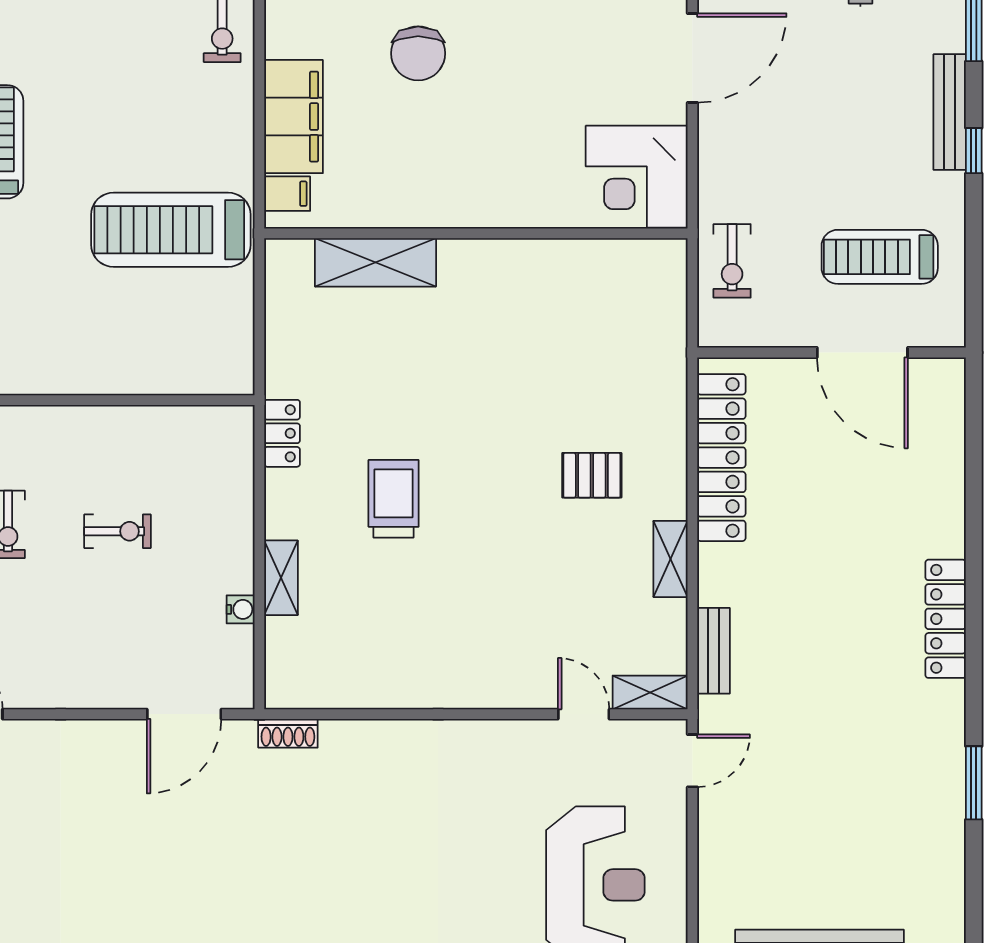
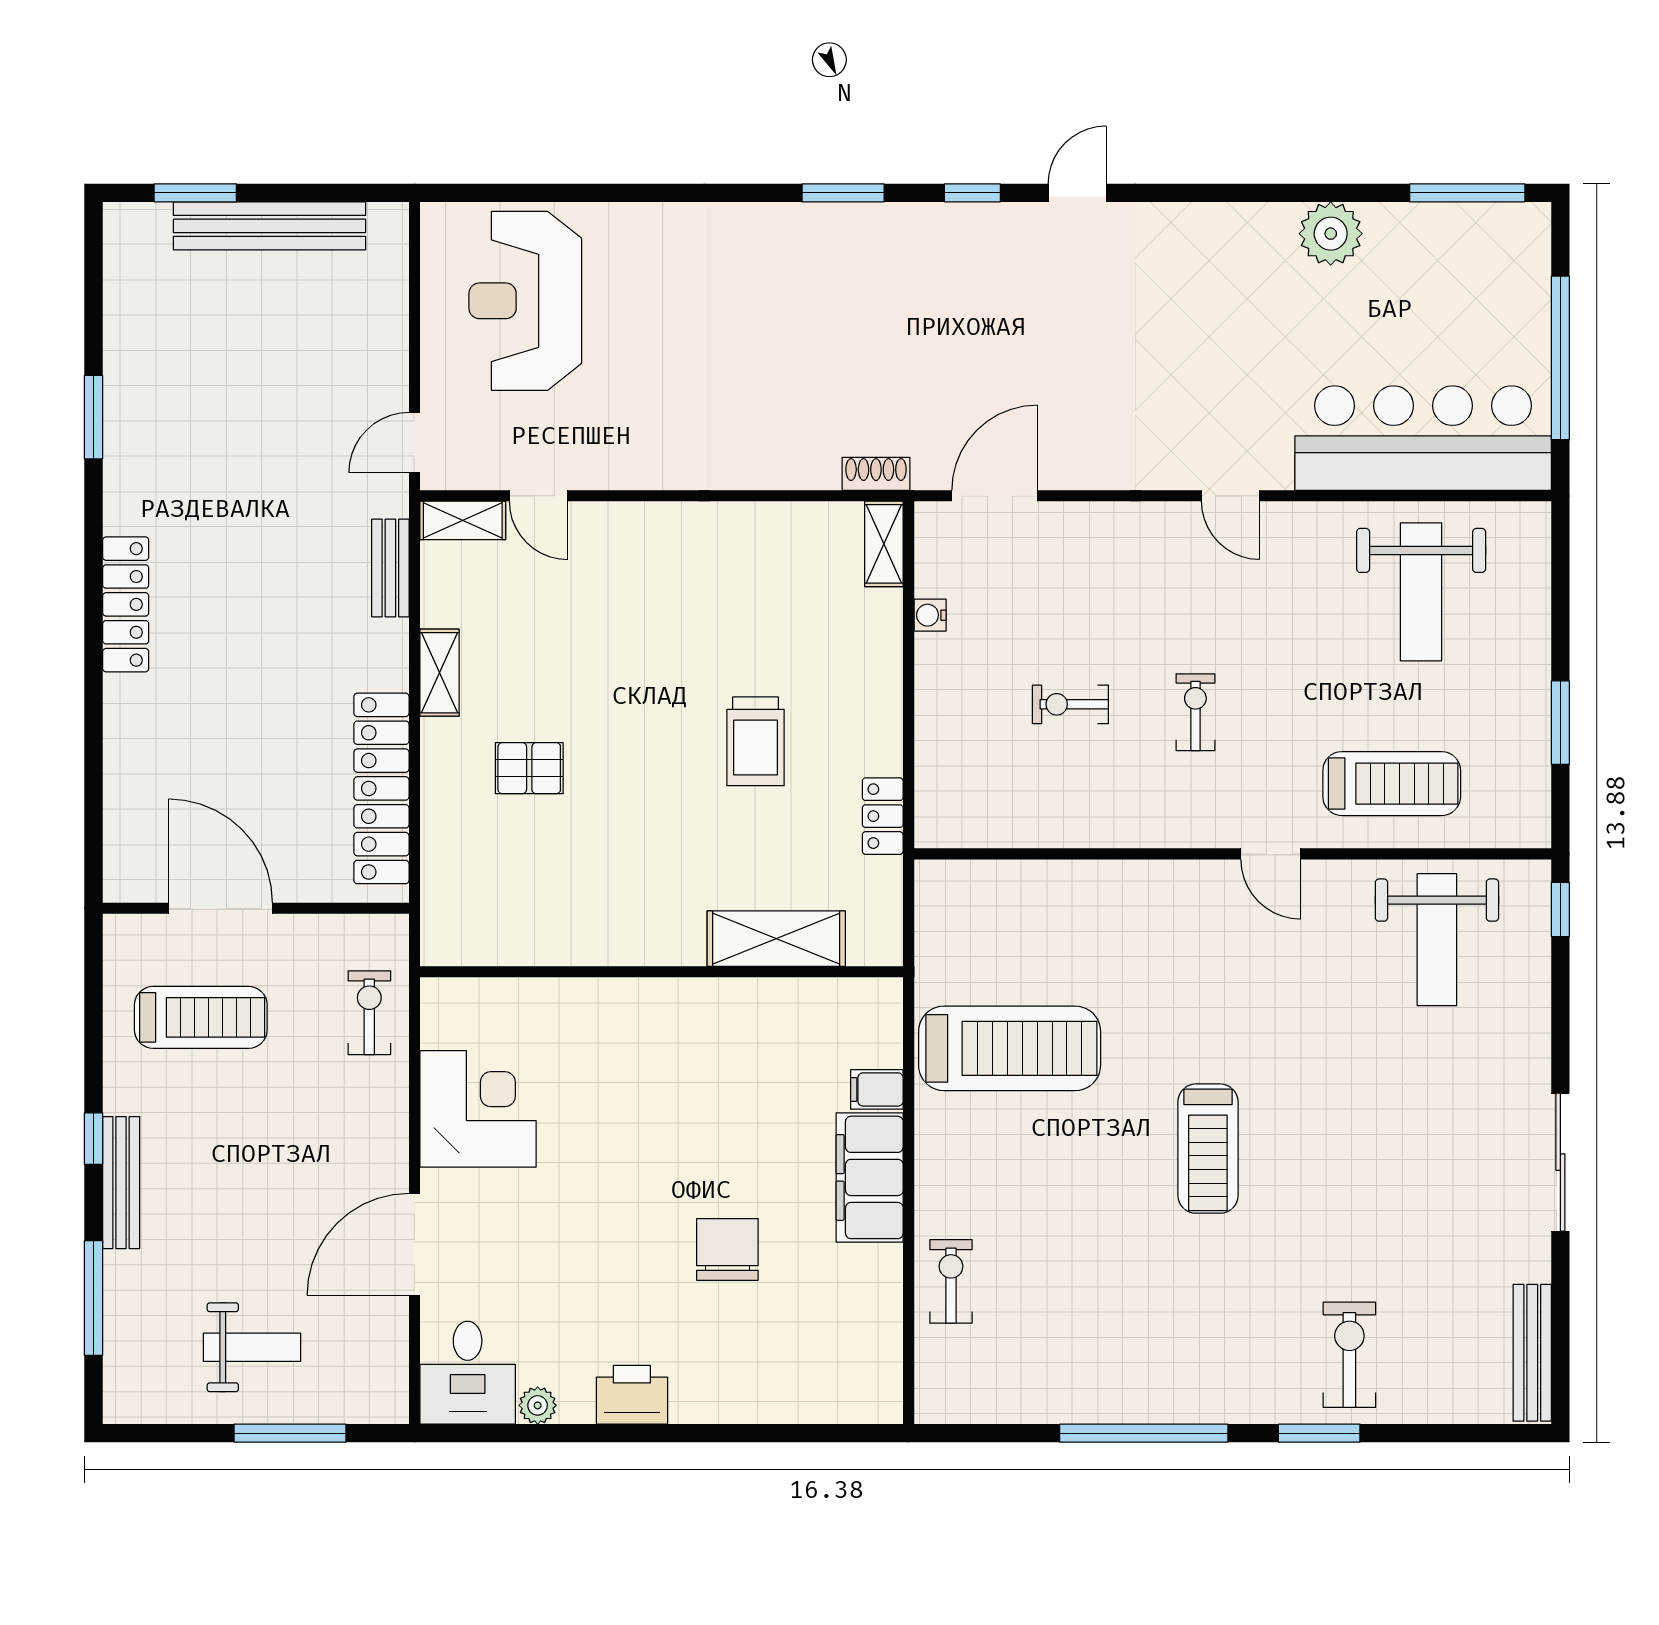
wall: (476, 233) -> (662, 972), moved
shelving: (375, 262) -> (776, 939), moved
shelving: (281, 578) -> (884, 544), moved

